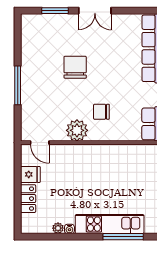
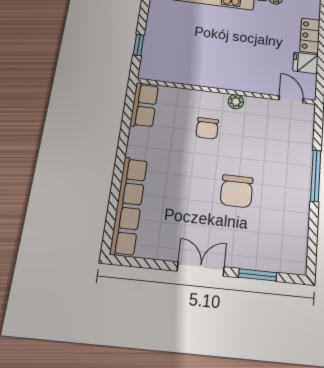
chair: (101, 112) -> (207, 128), turned 90
plant: (77, 130) -> (236, 102), width x0.53, depth x0.53

